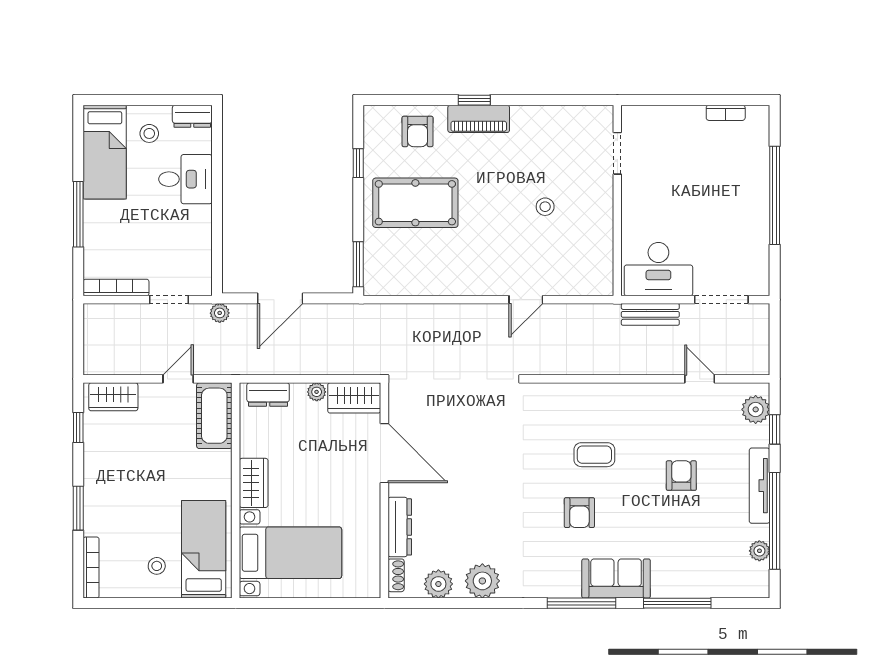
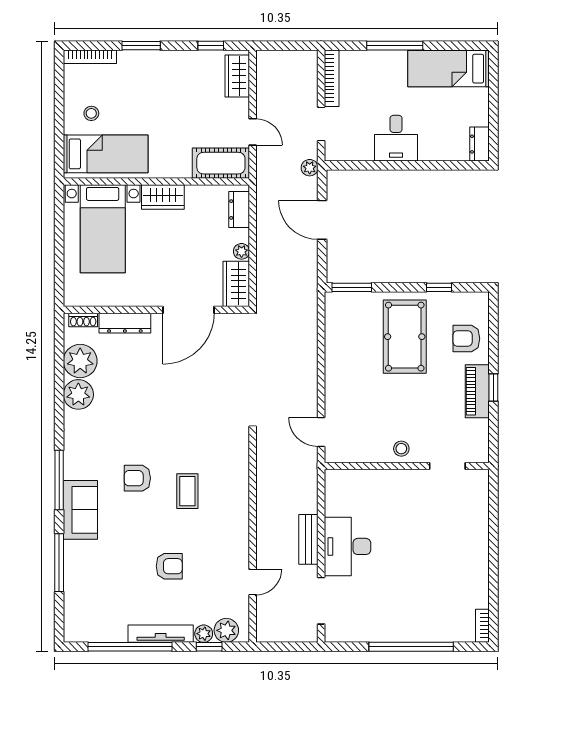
bookcase: (726, 113) -> (482, 626), moved
stool: (149, 133) -> (465, 107), removed
doorway: (617, 153) -> (447, 466), moved
desk: (185, 179) -> (396, 138), moved
wall: (617, 200) -> (407, 466), moved
plant: (759, 551) -> (204, 634), moved
plant: (438, 584) -> (80, 361), width x1.36, depth x1.36

